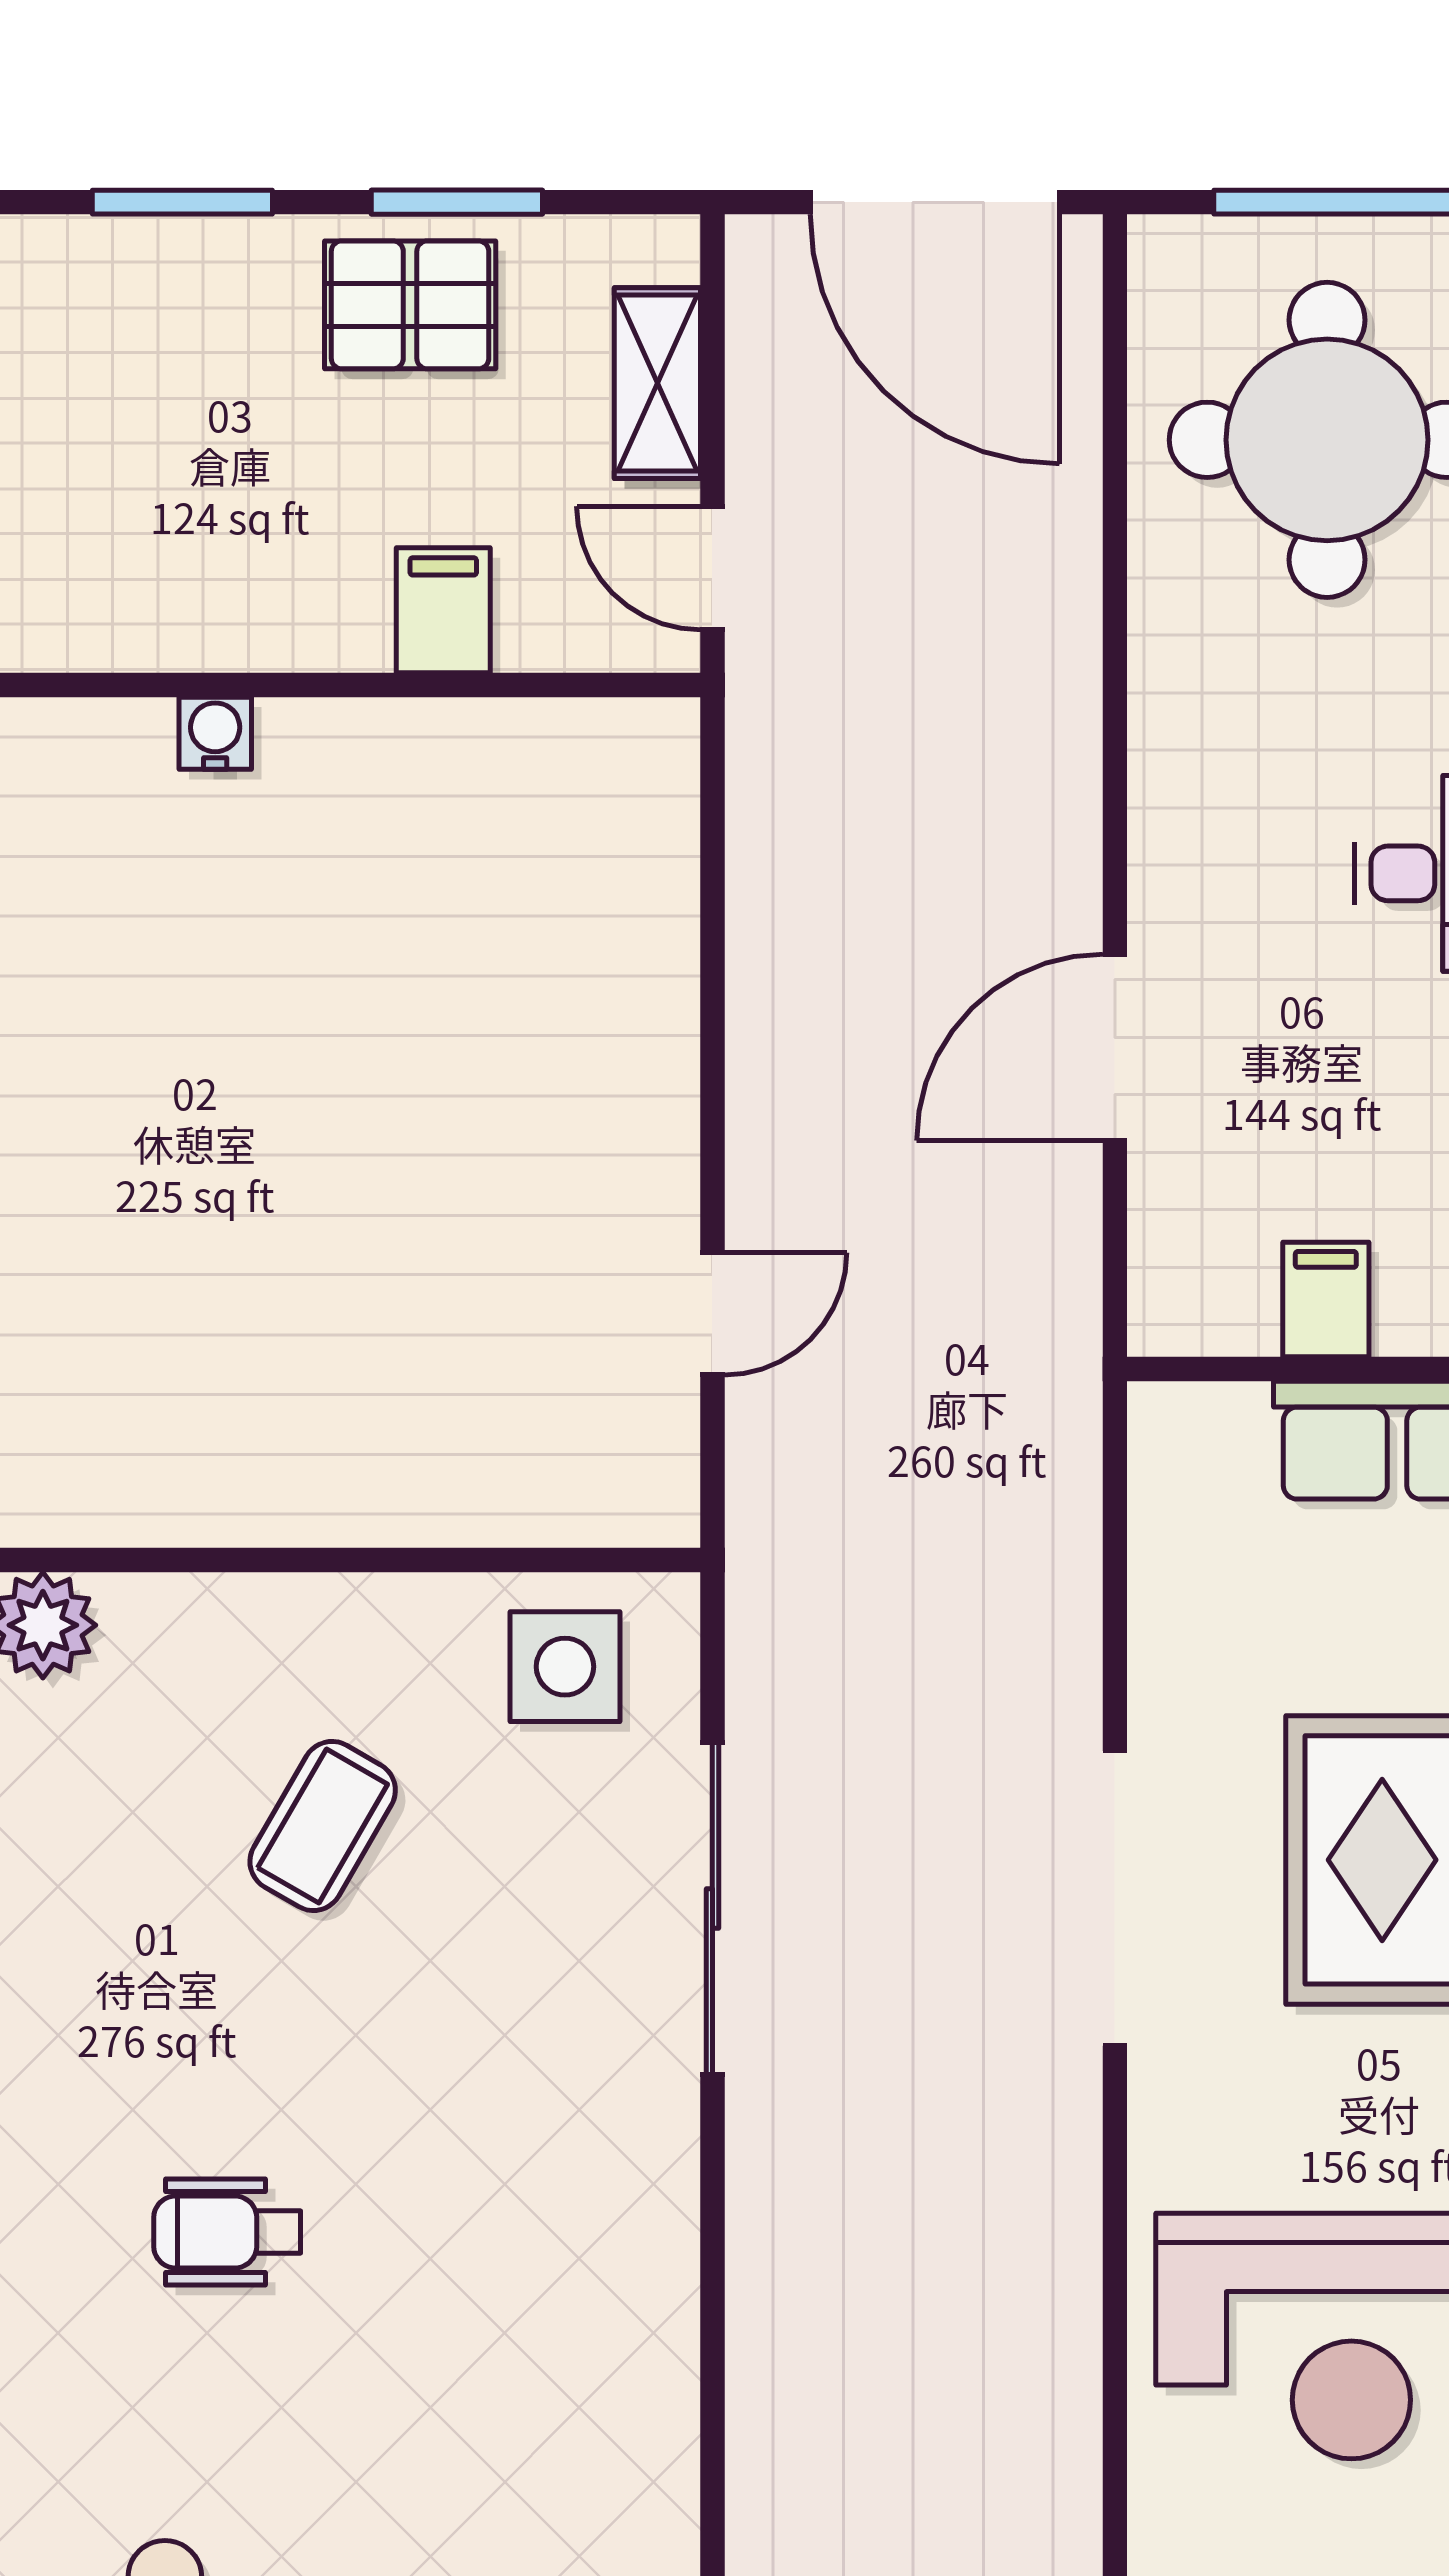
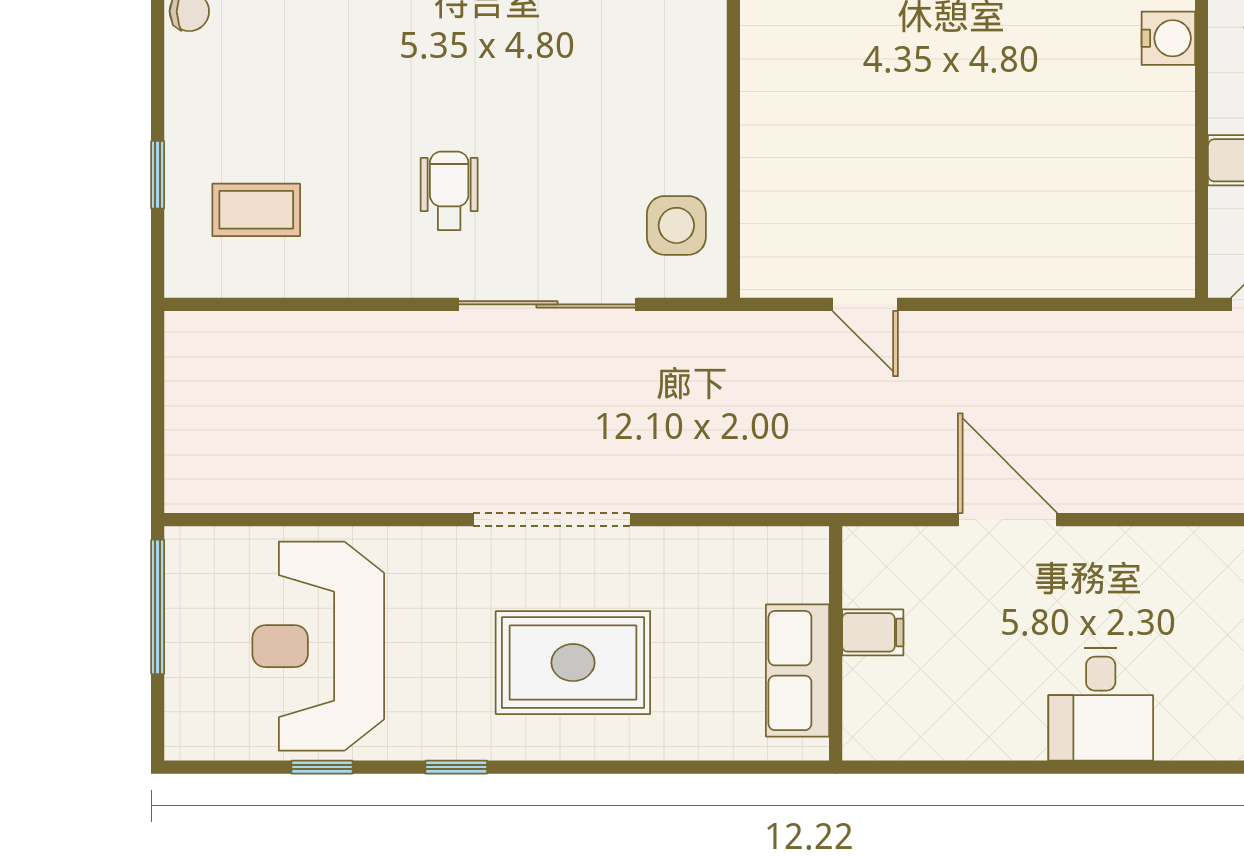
water cooler: (215, 733) -> (1168, 38), width x1.38, depth x1.38
coffee table: (323, 1826) -> (256, 210), moved, turned -30
wheelchair: (227, 2232) -> (449, 191), moved

